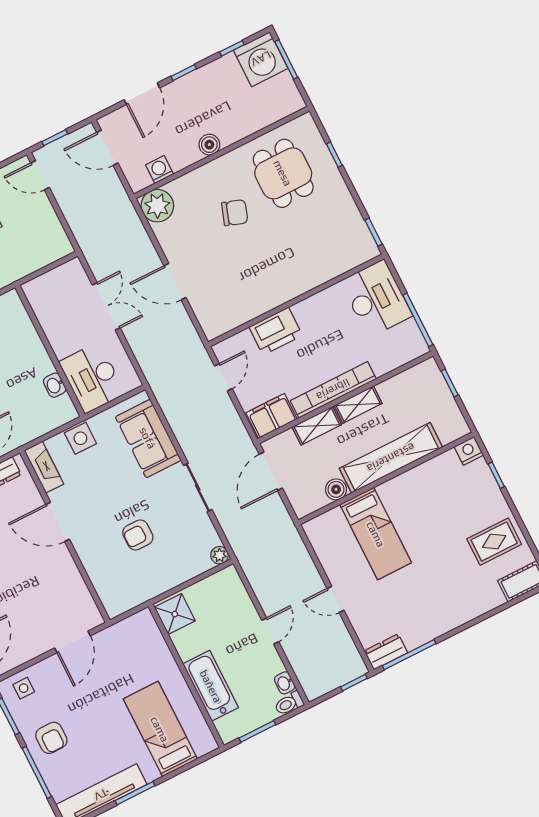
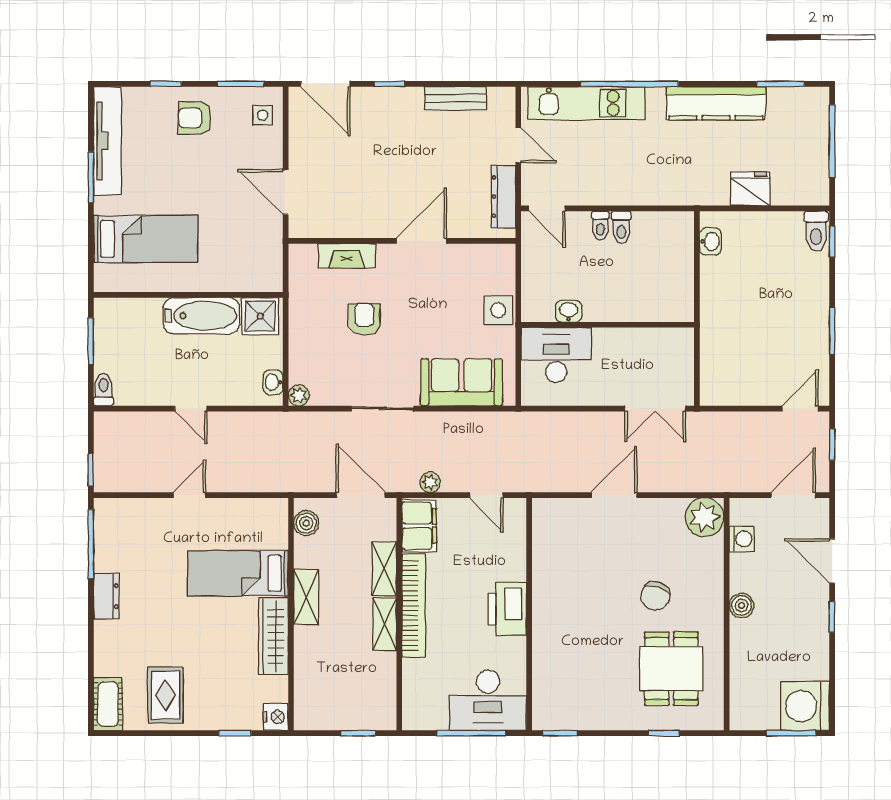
window: (232, 48) -> (832, 681), removed
dining table: (283, 173) -> (671, 669), turned 90
double door: (106, 306) -> (655, 409), moved
window: (418, 320) -> (471, 733), moved
printer: (276, 331) -> (507, 609), moved
plant: (235, 424) -> (430, 482), added
shelving: (391, 458) -> (306, 597), width x0.45, depth x0.75
fireplace: (44, 467) -> (347, 256), moved
wardrobe: (409, 483) -> (274, 636), added
boiler: (336, 489) -> (306, 523), moved
dresser: (386, 652) -> (106, 596), moved
washbasin: (285, 683) -> (273, 382), moved, turned -90
bathtub: (211, 686) -> (201, 316), moved
window: (37, 772) -> (166, 84), width x0.46

